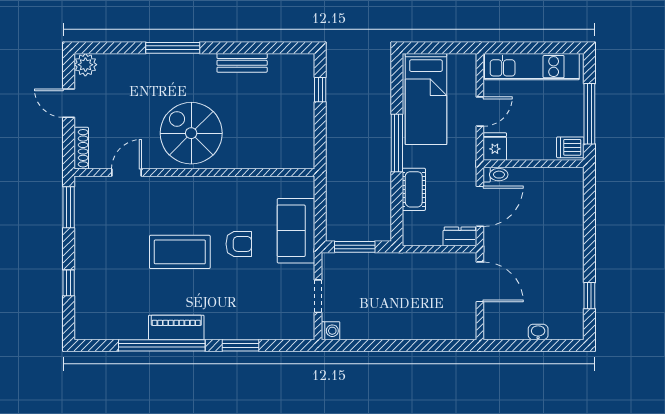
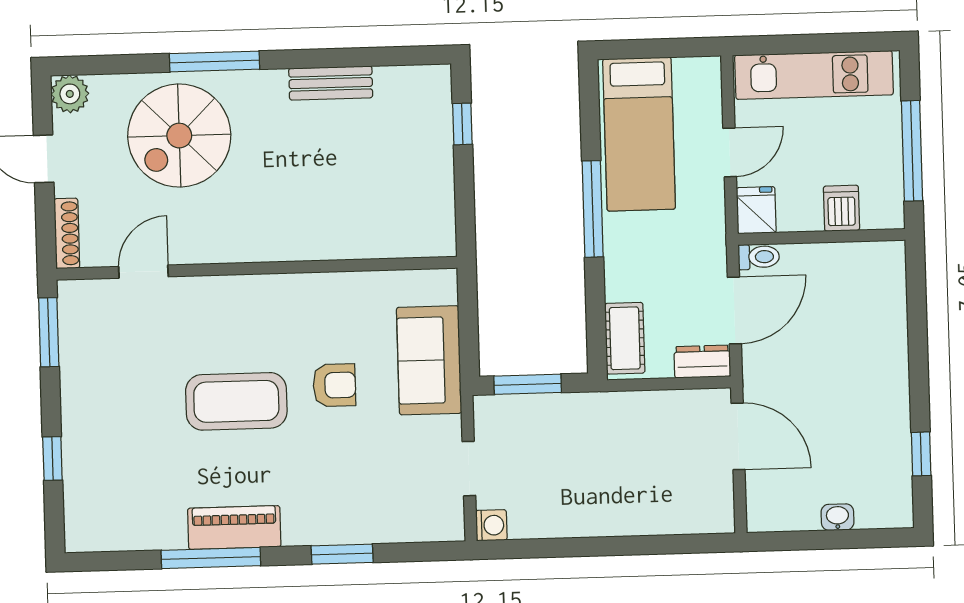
spiral stairs: (191, 133) -> (179, 136), moved, turned -90
dishwasher: (570, 147) -> (841, 208), moved, turned 90
cot: (414, 189) -> (625, 338), moved
window: (162, 345) -> (211, 558), width x0.68

